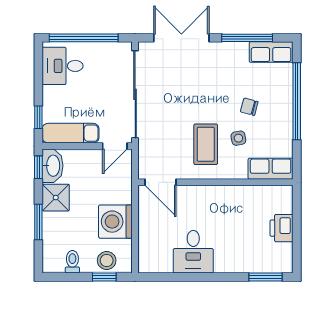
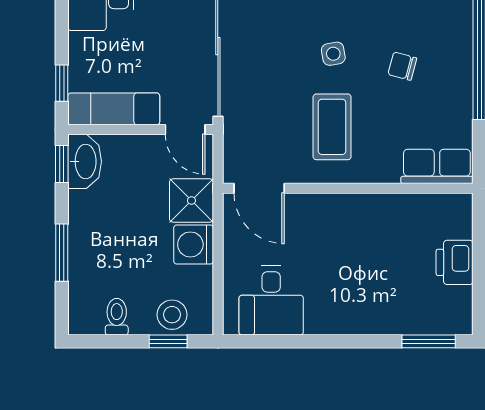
side table: (238, 138) -> (333, 54), moved
door: (115, 146) -> (185, 130), hinge flipped
shower: (56, 198) -> (191, 201), moved
washing machine: (115, 222) -> (194, 244), width x0.73, depth x0.73
desk: (193, 252) -> (271, 301), moved

